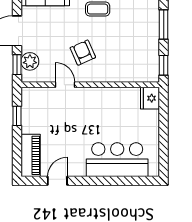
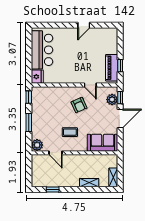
piano: (31, 155) -> (112, 68), moved
bar counter: (117, 160) -> (42, 50), moved, turned -90
door: (57, 181) -> (84, 25), moved

